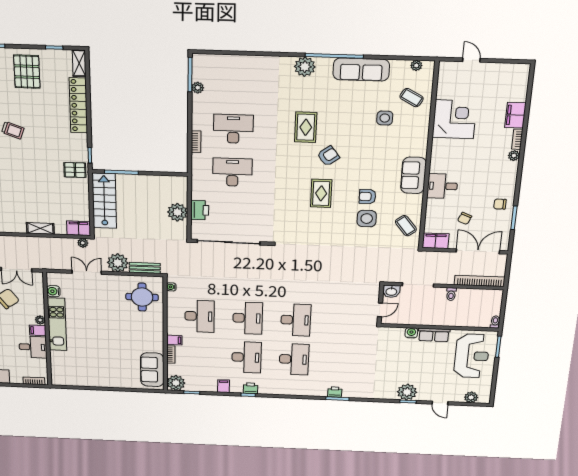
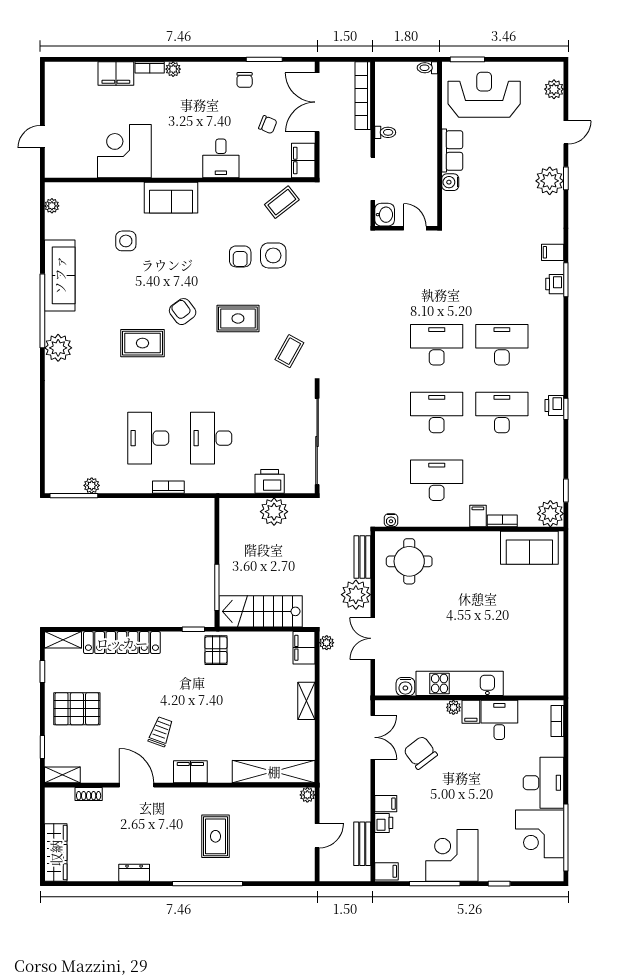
coffee table: (412, 98) -> (289, 351), moved
sofa: (413, 175) -> (171, 198), moved
filing cabinet: (224, 386) -> (553, 252), moved

